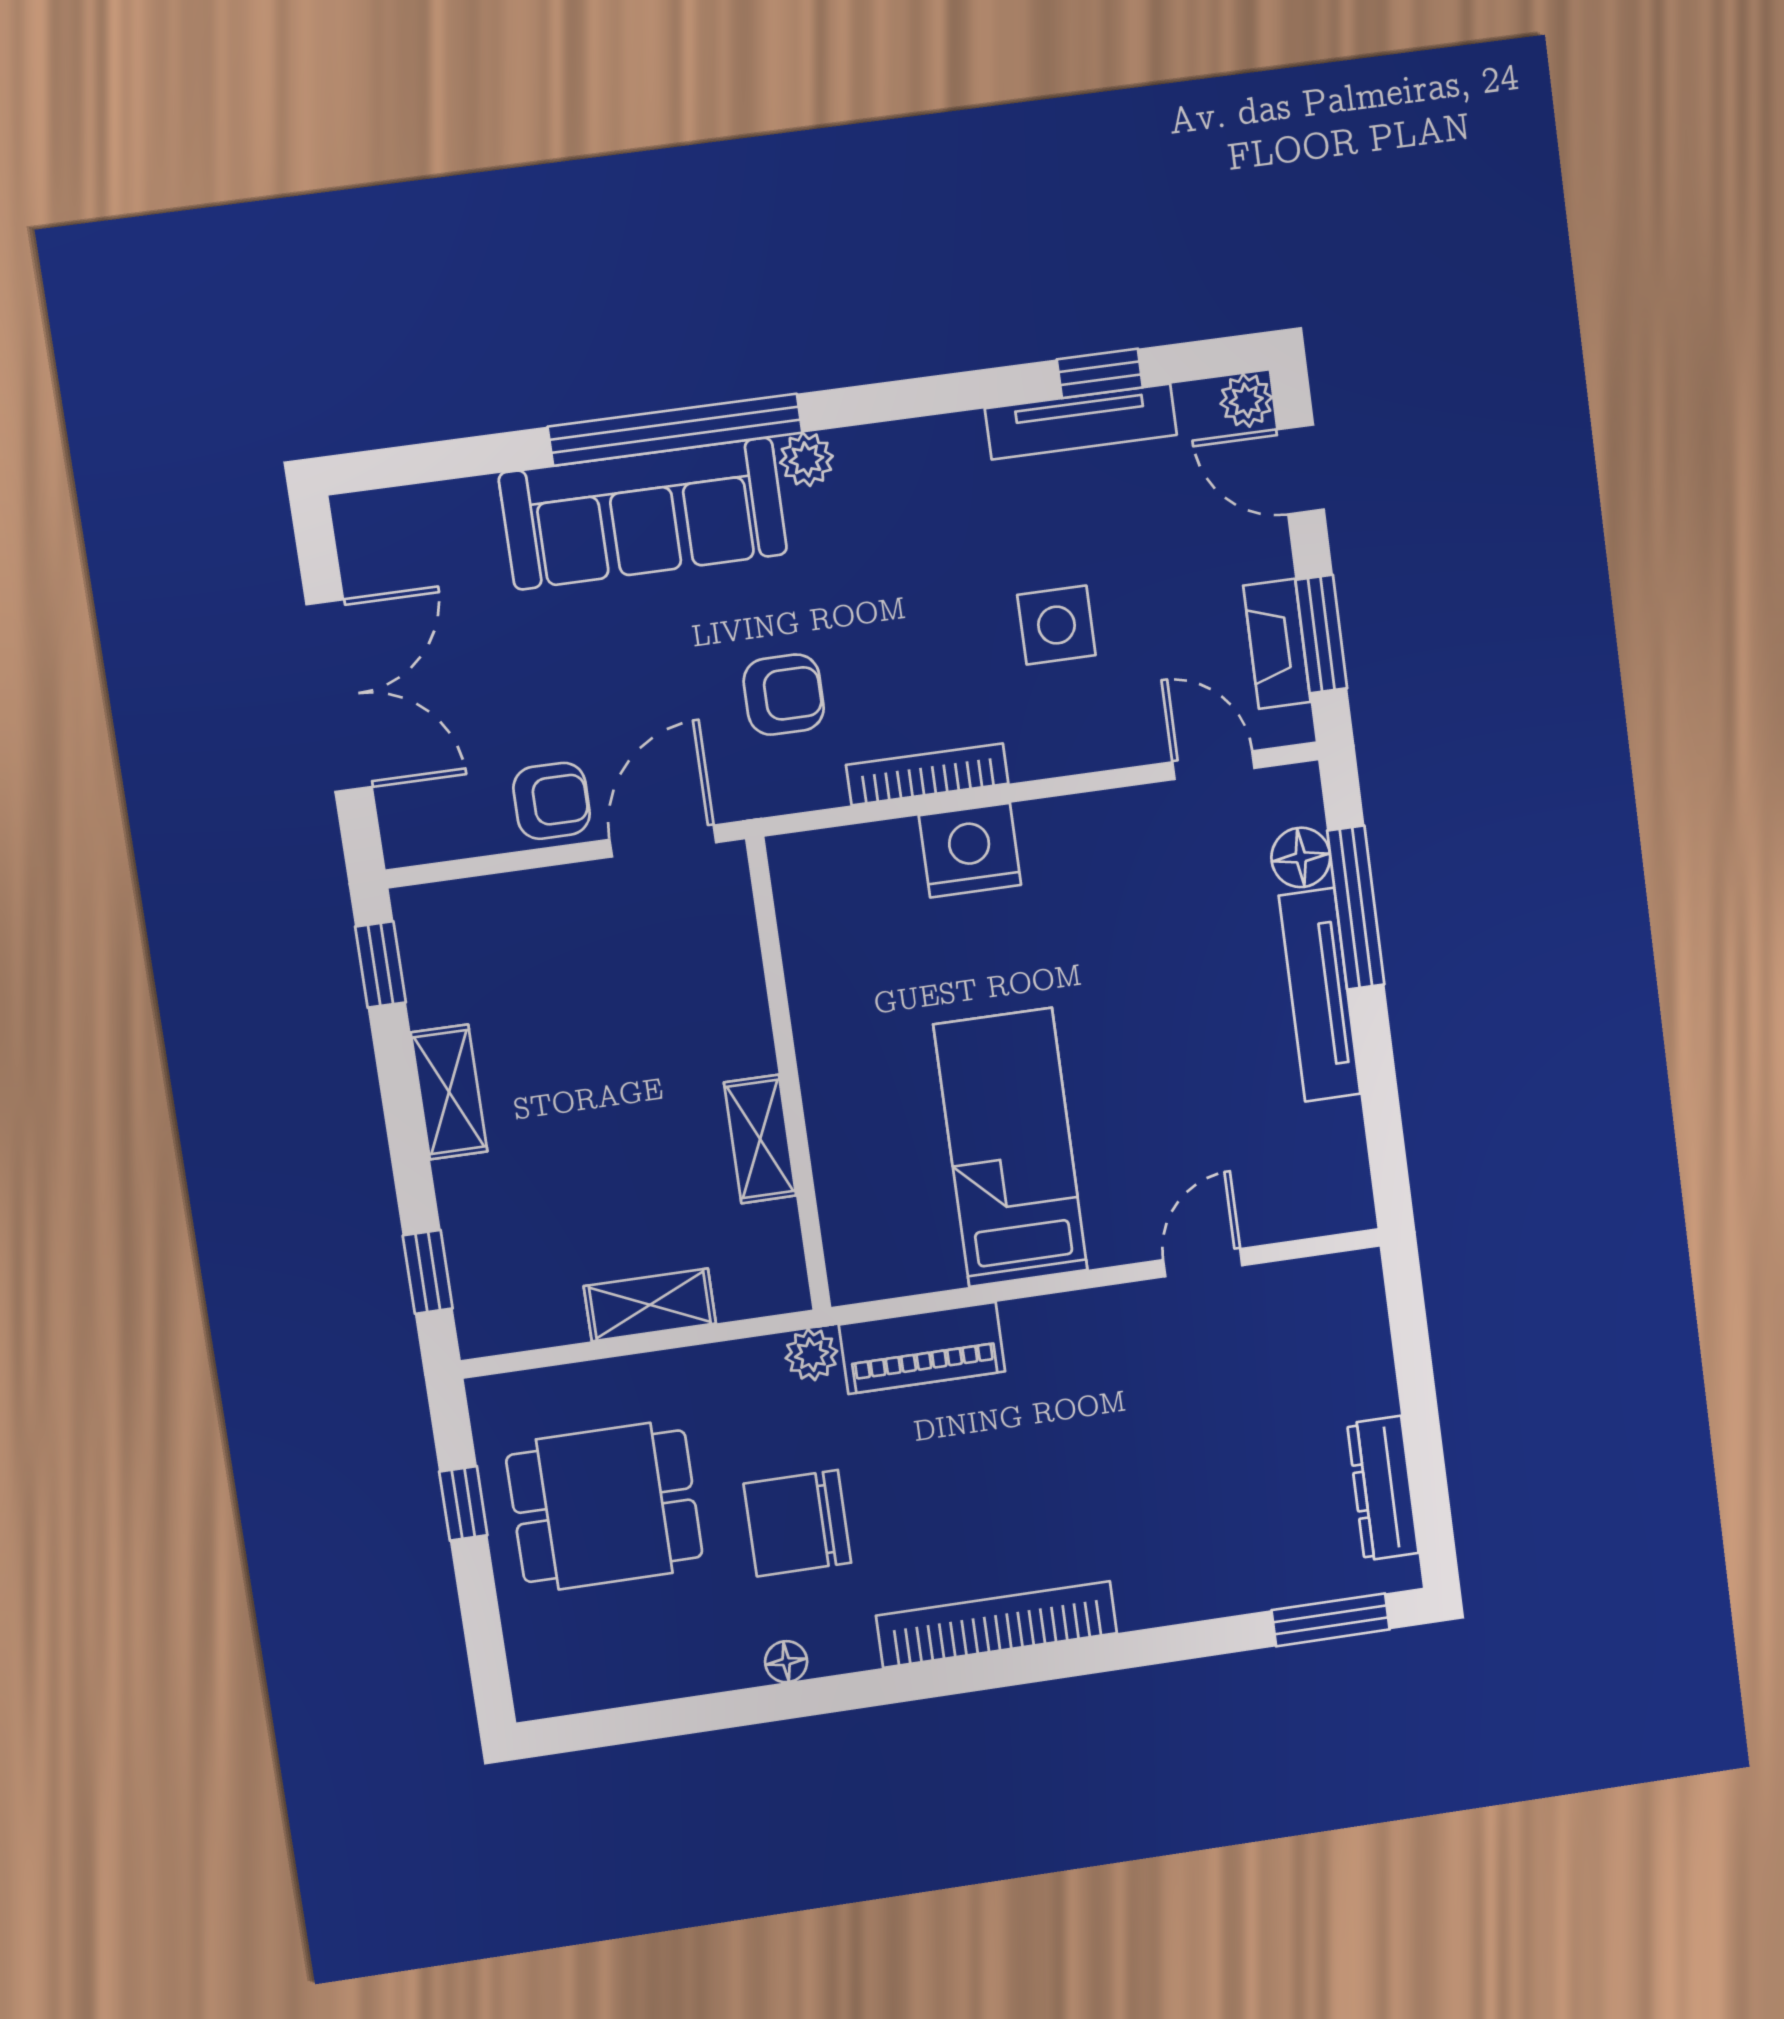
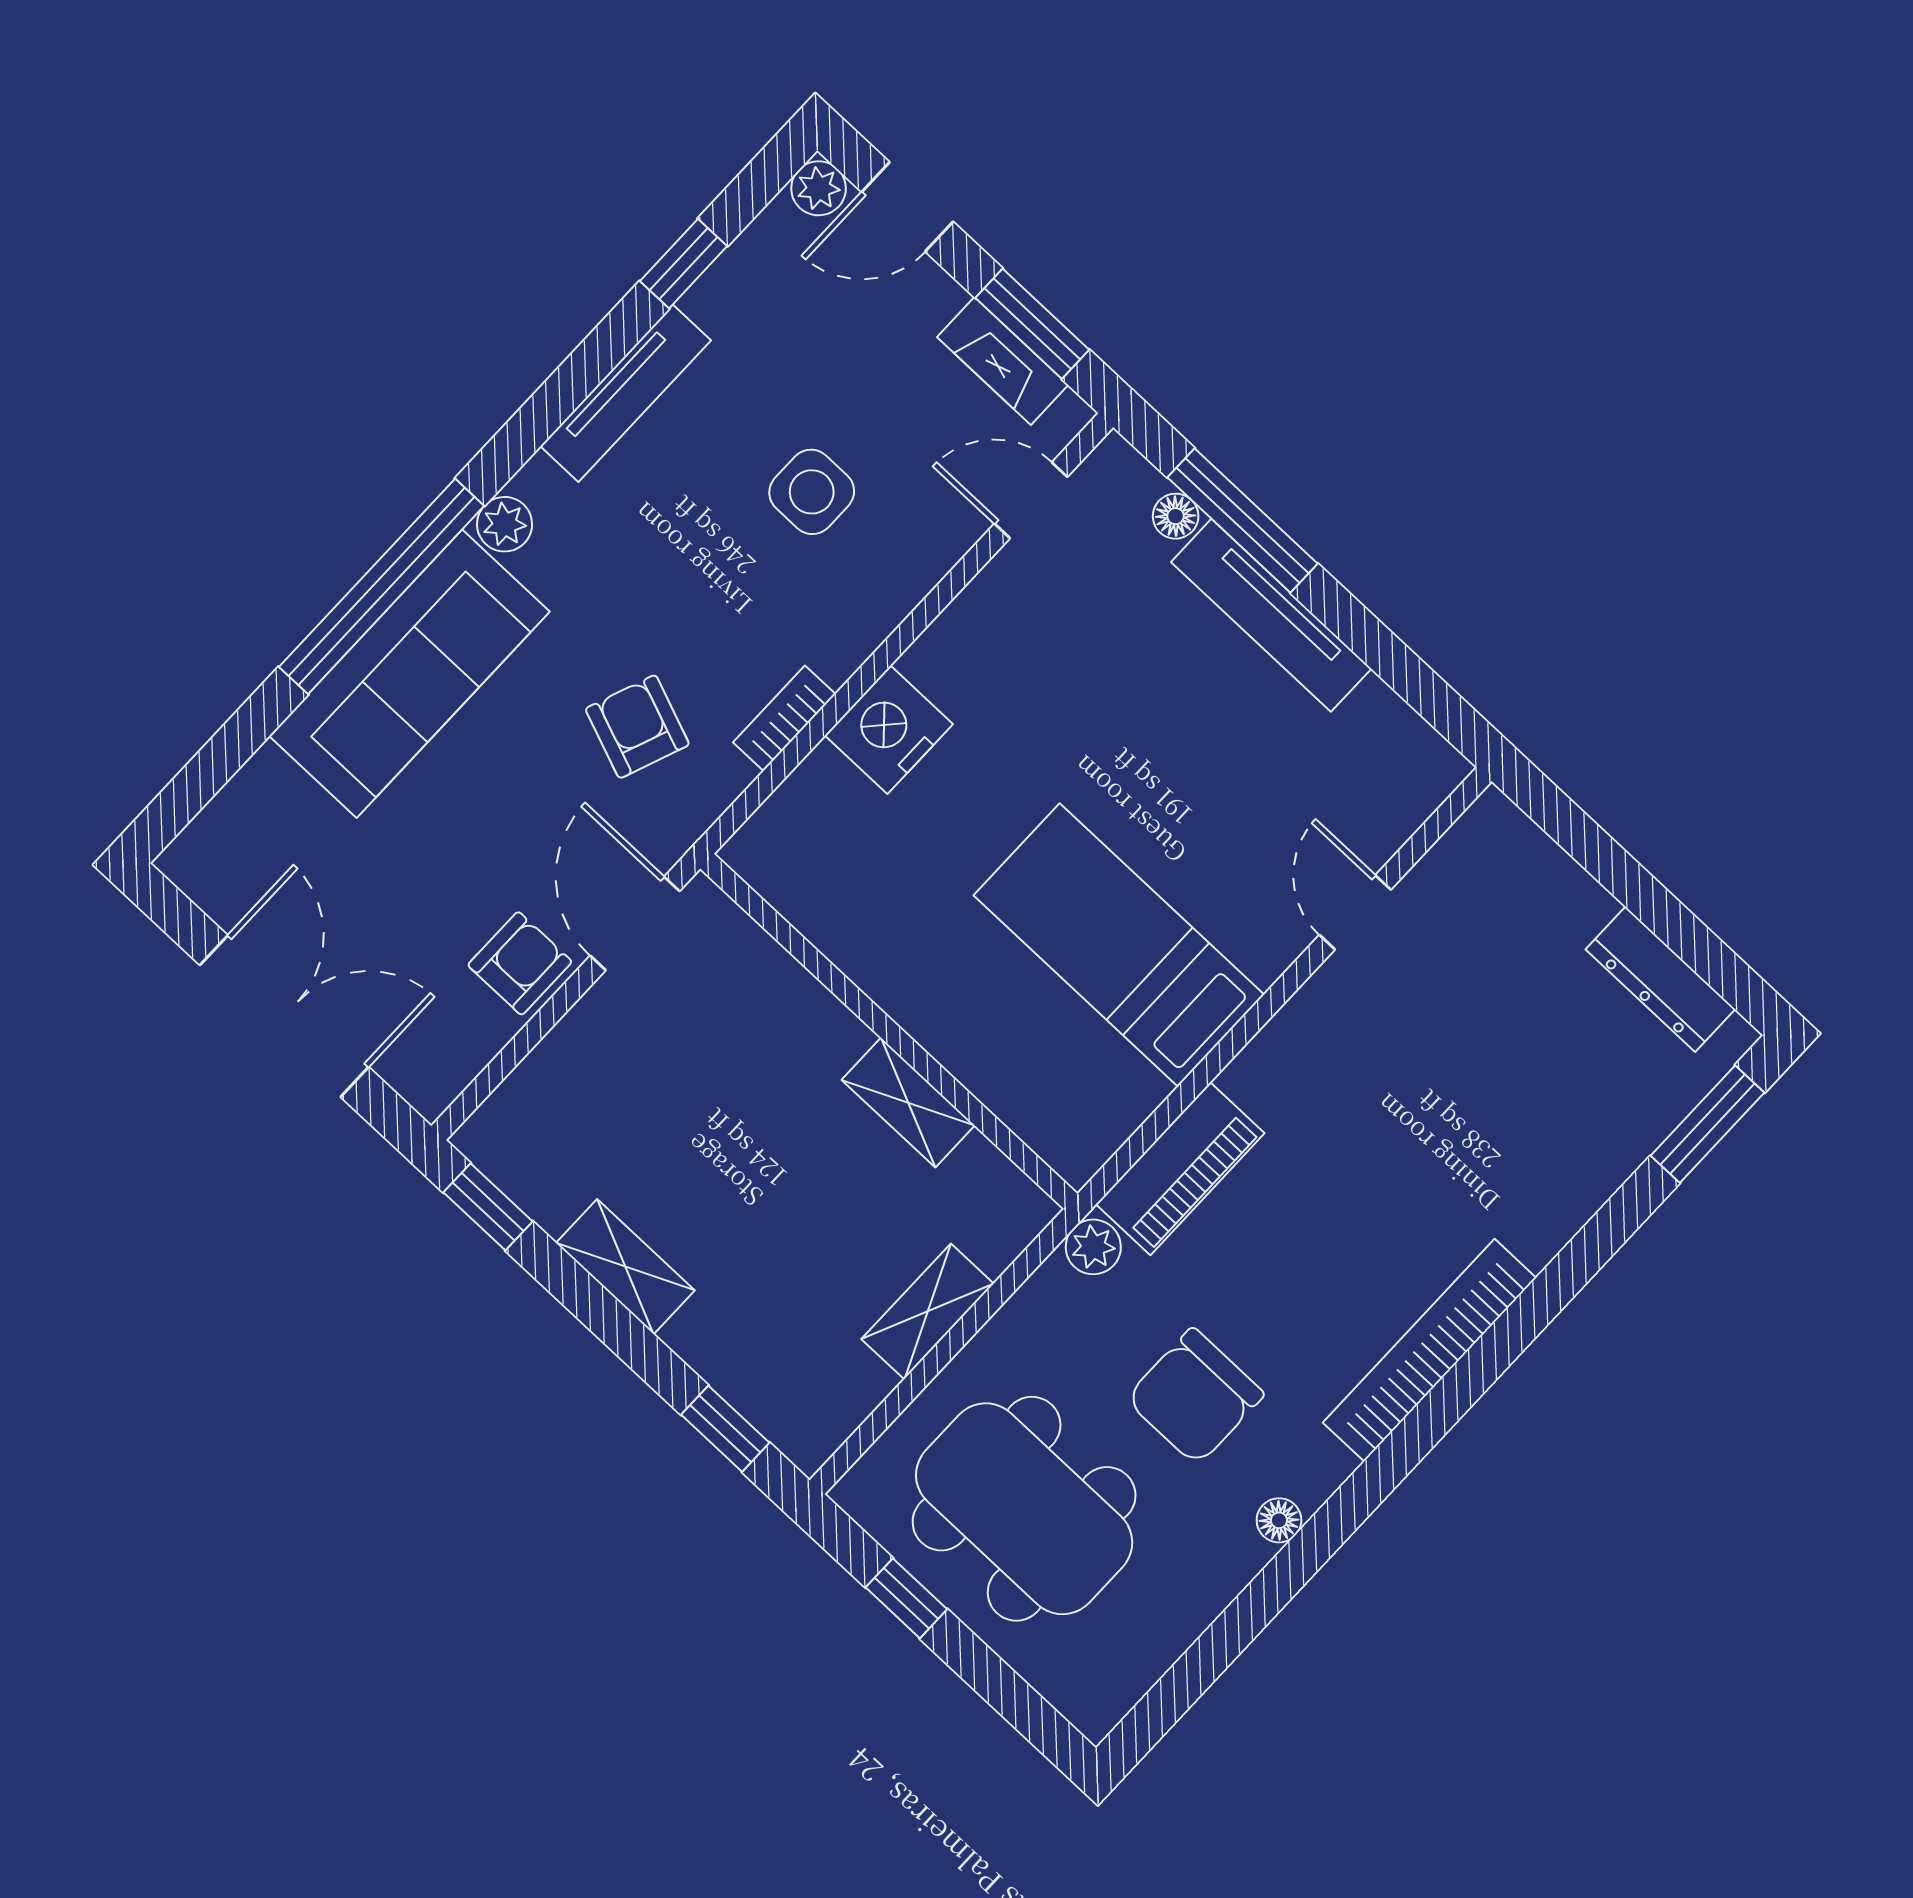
tv unit: (1081, 422) -> (626, 393), moved
armchair: (784, 695) -> (637, 727), turned -69
bookcase: (927, 774) -> (784, 718), width x0.64
floor lamp: (1301, 857) -> (1176, 516), width x0.73, depth x0.73
dining table: (604, 1506) -> (1024, 1509), width x1.38

